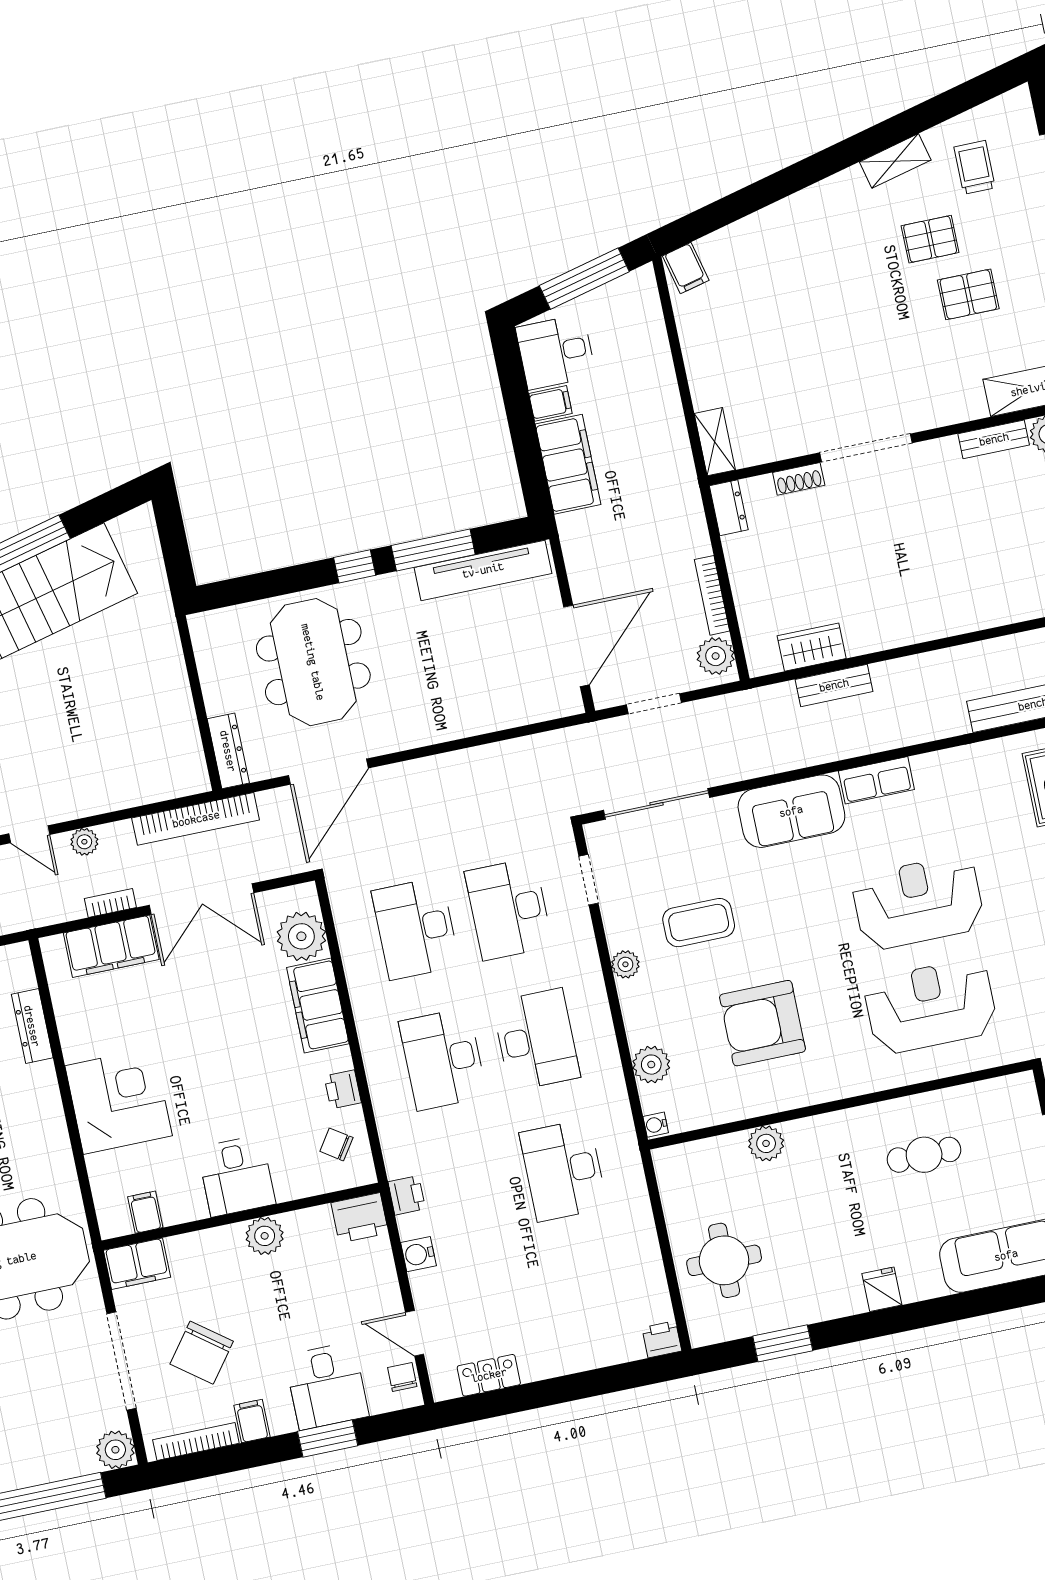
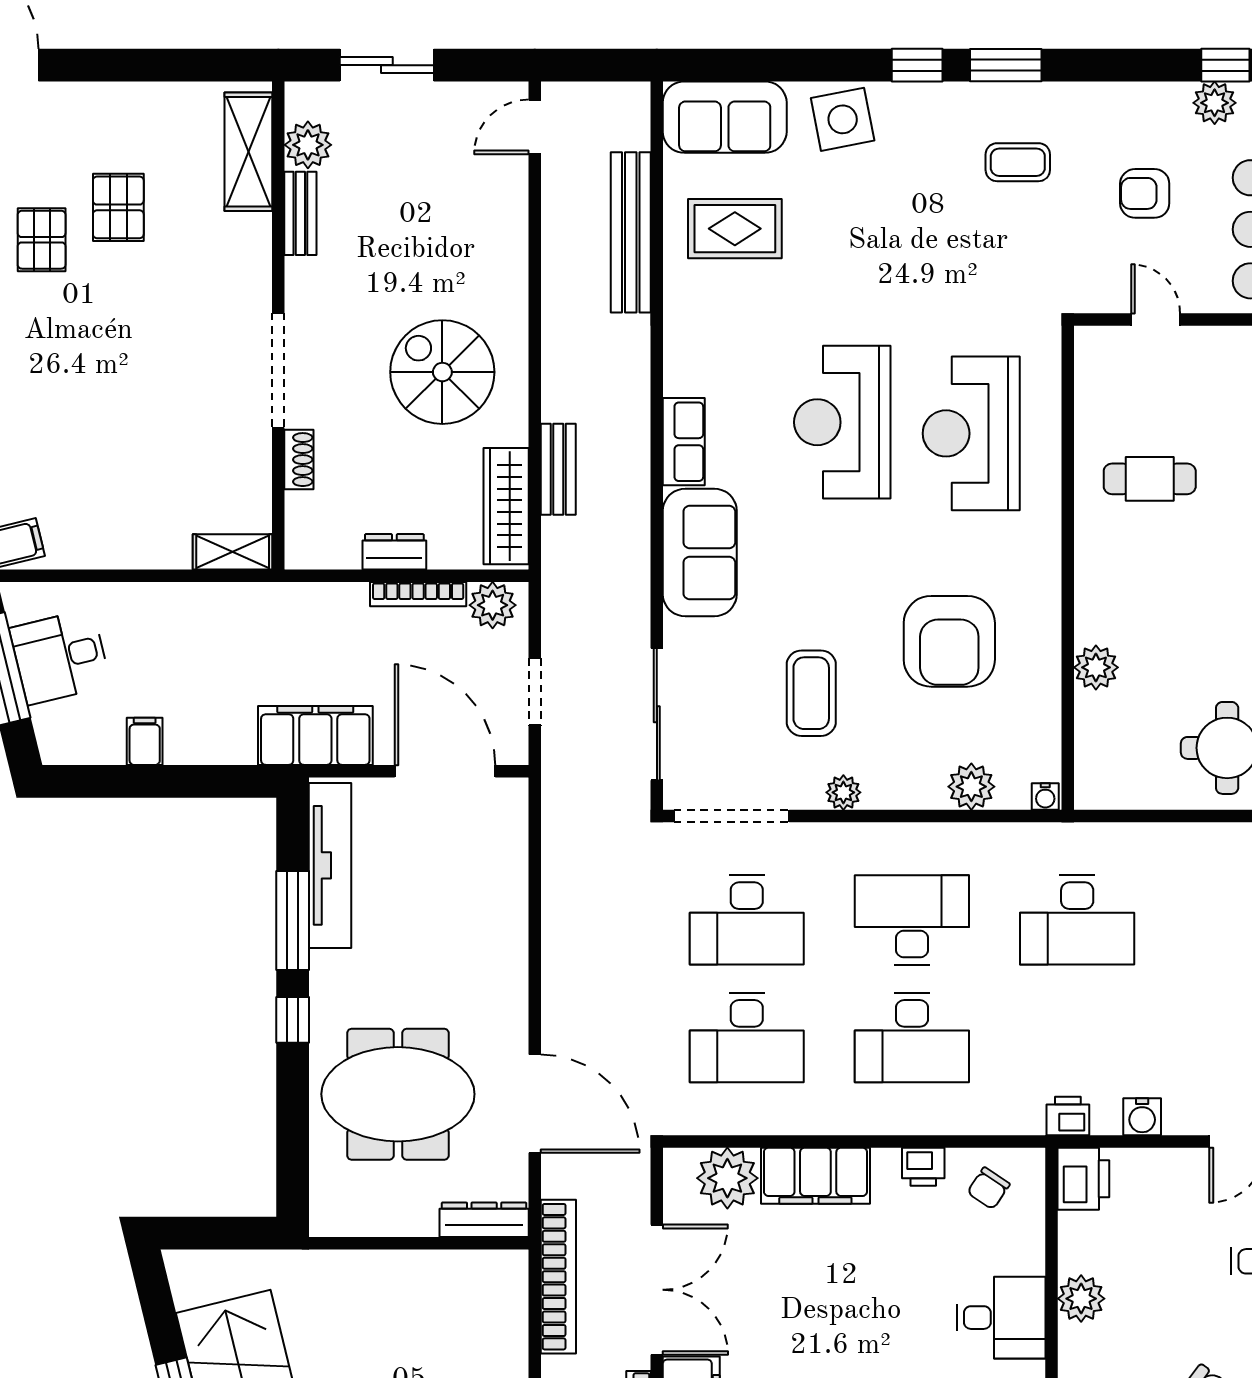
desk: (556, 352) -> (60, 657), moved, turned 76
filing cabinet: (568, 464) -> (315, 735), moved
dresser: (729, 508) -> (394, 552), moved
spiral stairs: (892, 578) -> (442, 372), added
wardrobe: (812, 647) -> (506, 506), width x1.50
doorway: (588, 880) -> (732, 816), width x1.88
cafe table: (924, 1155) -> (1150, 479), turned 90

